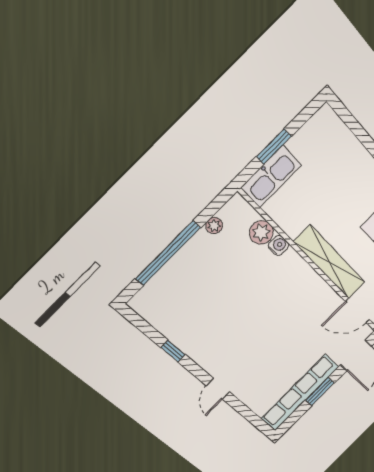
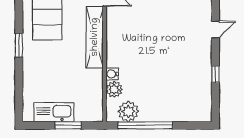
kitchen sink: (271, 177) -> (54, 112), moved
plant: (214, 226) -> (128, 111), width x1.88, depth x1.88
window: (168, 253) -> (145, 125), moved

